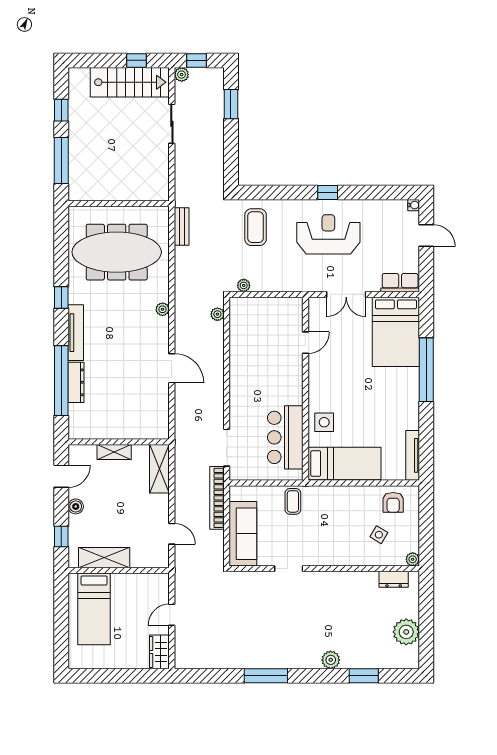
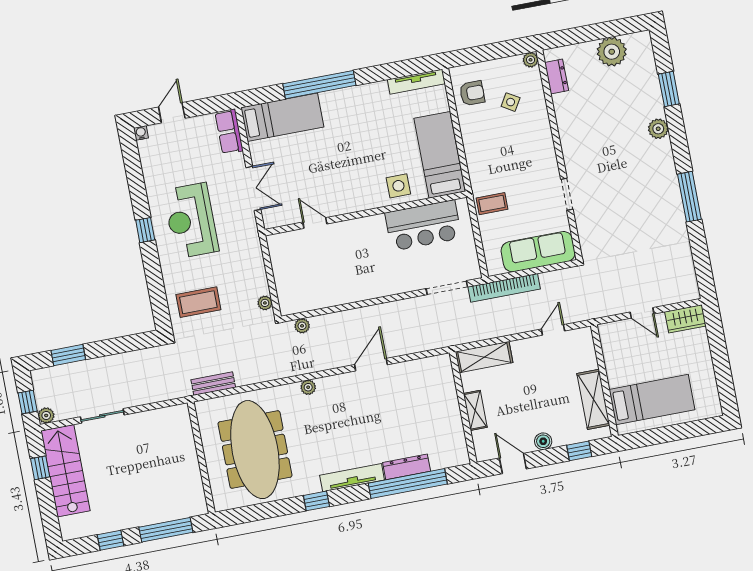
bed: (396, 332) -> (282, 117), width x0.67

